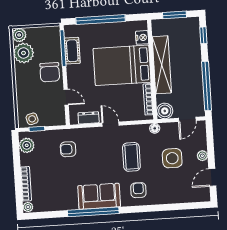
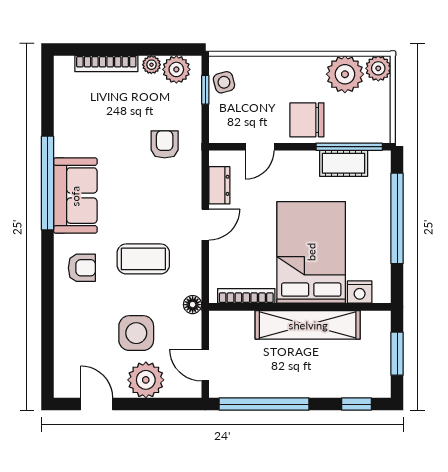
boiler: (165, 111) -> (223, 325), removed
plant: (202, 156) -> (146, 380), width x1.87, depth x1.87
plant: (28, 207) -> (151, 65), moved

